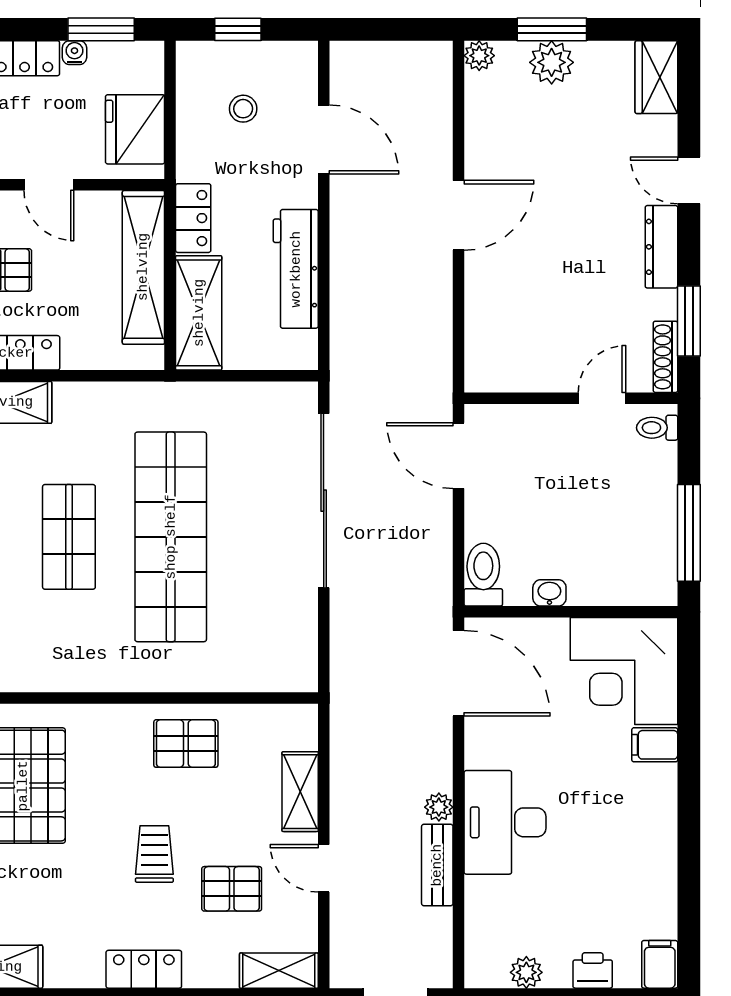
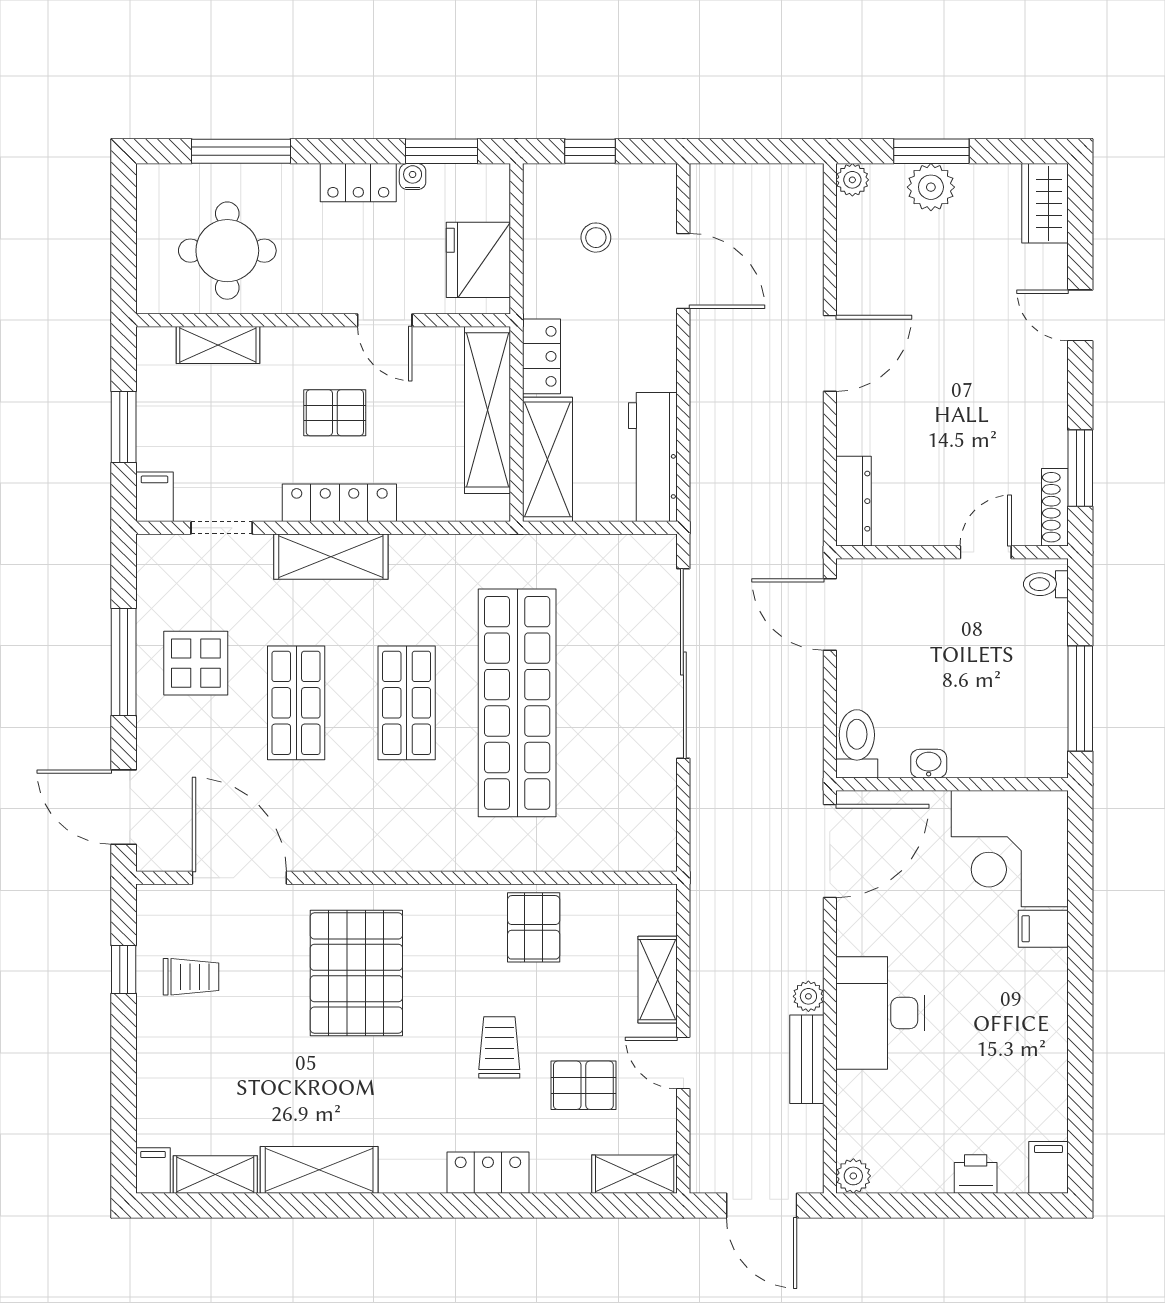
dresser: (661, 247) -> (854, 501), moved, turned 180
workbench: (296, 269) -> (653, 457), moved
door: (459, 673) -> (830, 851), hinge flipped
pallet: (186, 744) -> (534, 927), turned 90
plant: (526, 972) -> (853, 1176), moved

